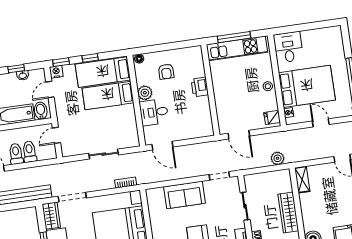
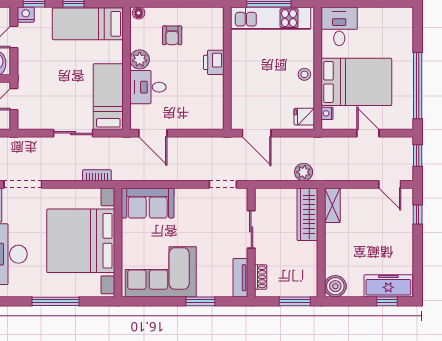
bed: (108, 95) -> (108, 97), moved, turned 90
sofa: (184, 195) -> (148, 203), moved
wardrobe: (288, 212) -> (307, 214), moved

